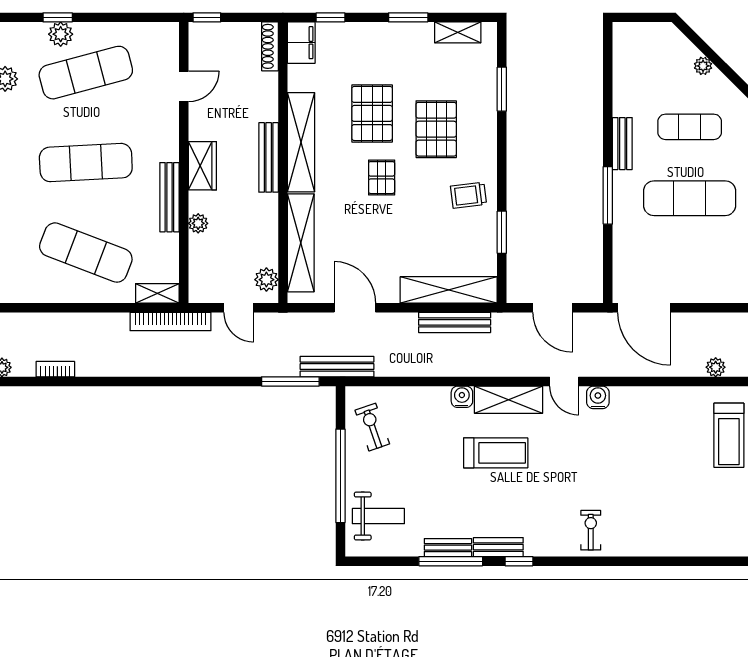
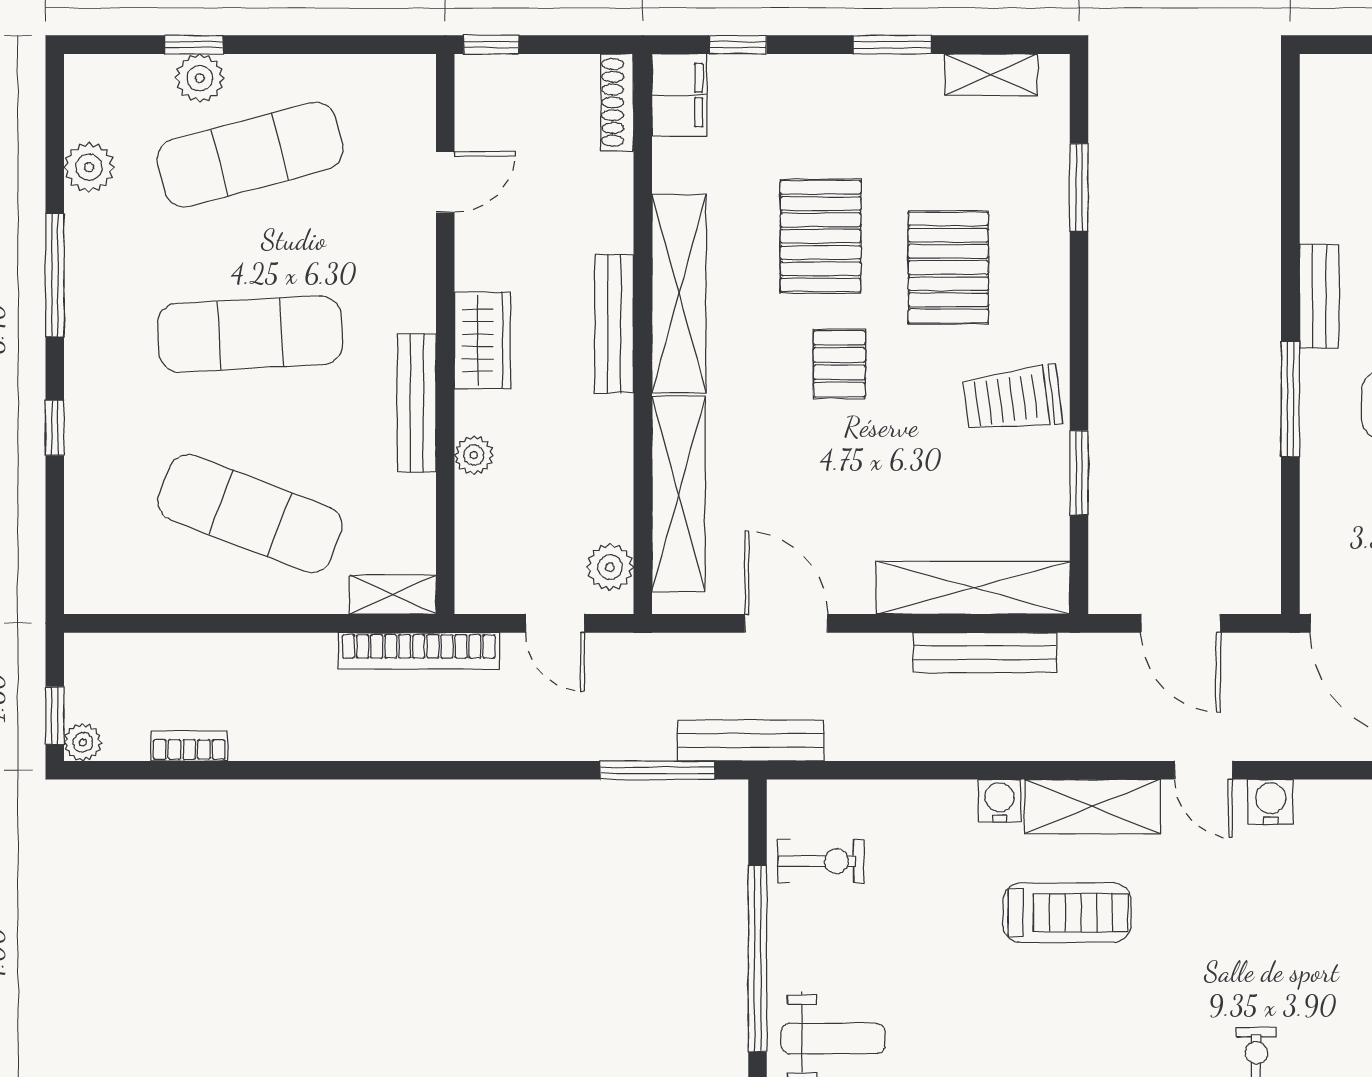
trolley: (468, 195) -> (1013, 399), width x1.36, depth x1.39
exercise bike: (372, 427) -> (821, 861), turned 109

